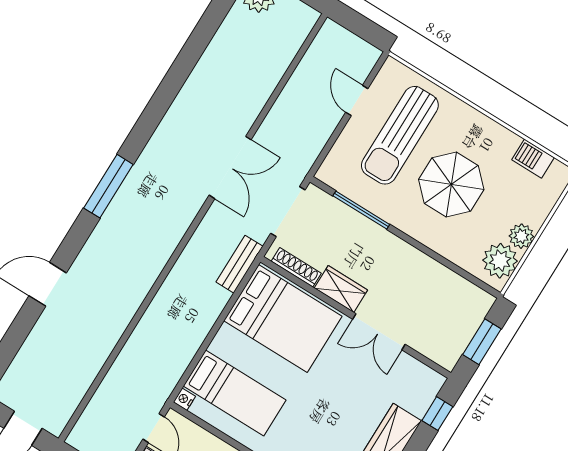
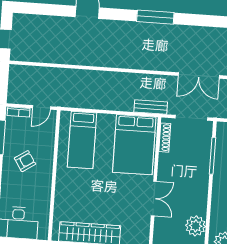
wardrobe: (341, 289) -> (166, 167), removed
plant: (453, 291) -> (196, 226), added
double door: (379, 332) -> (154, 199), swing flipped
nightstand: (184, 399) -> (65, 115), removed

